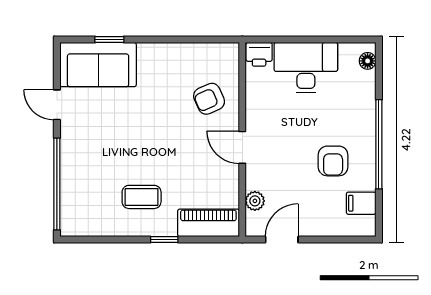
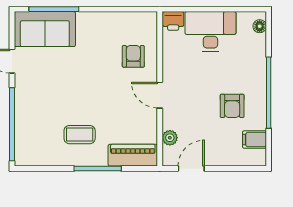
window: (109, 40) -> (54, 9), width x2.17
armchair: (209, 99) -> (133, 56), turned 114
window: (164, 240) -> (98, 169), width x2.17

